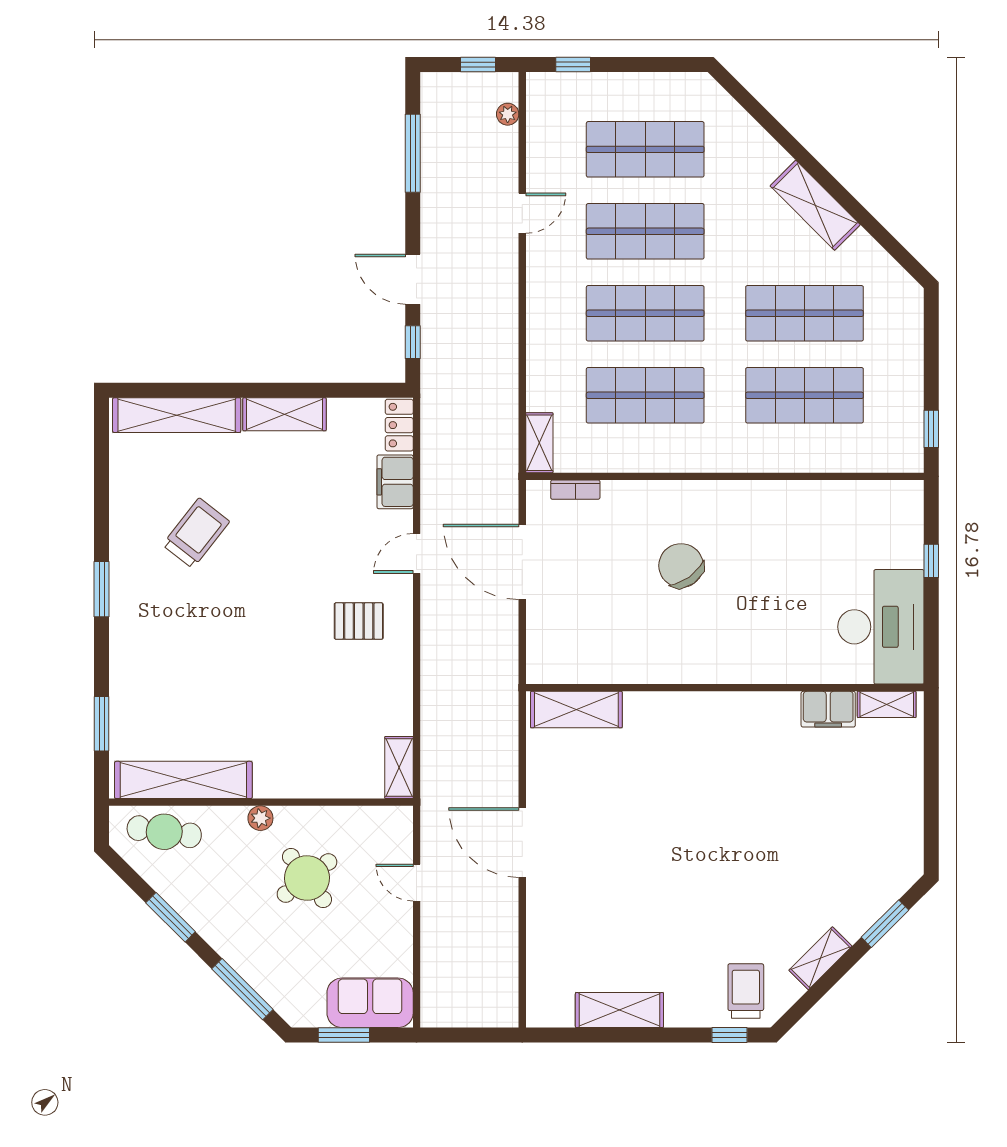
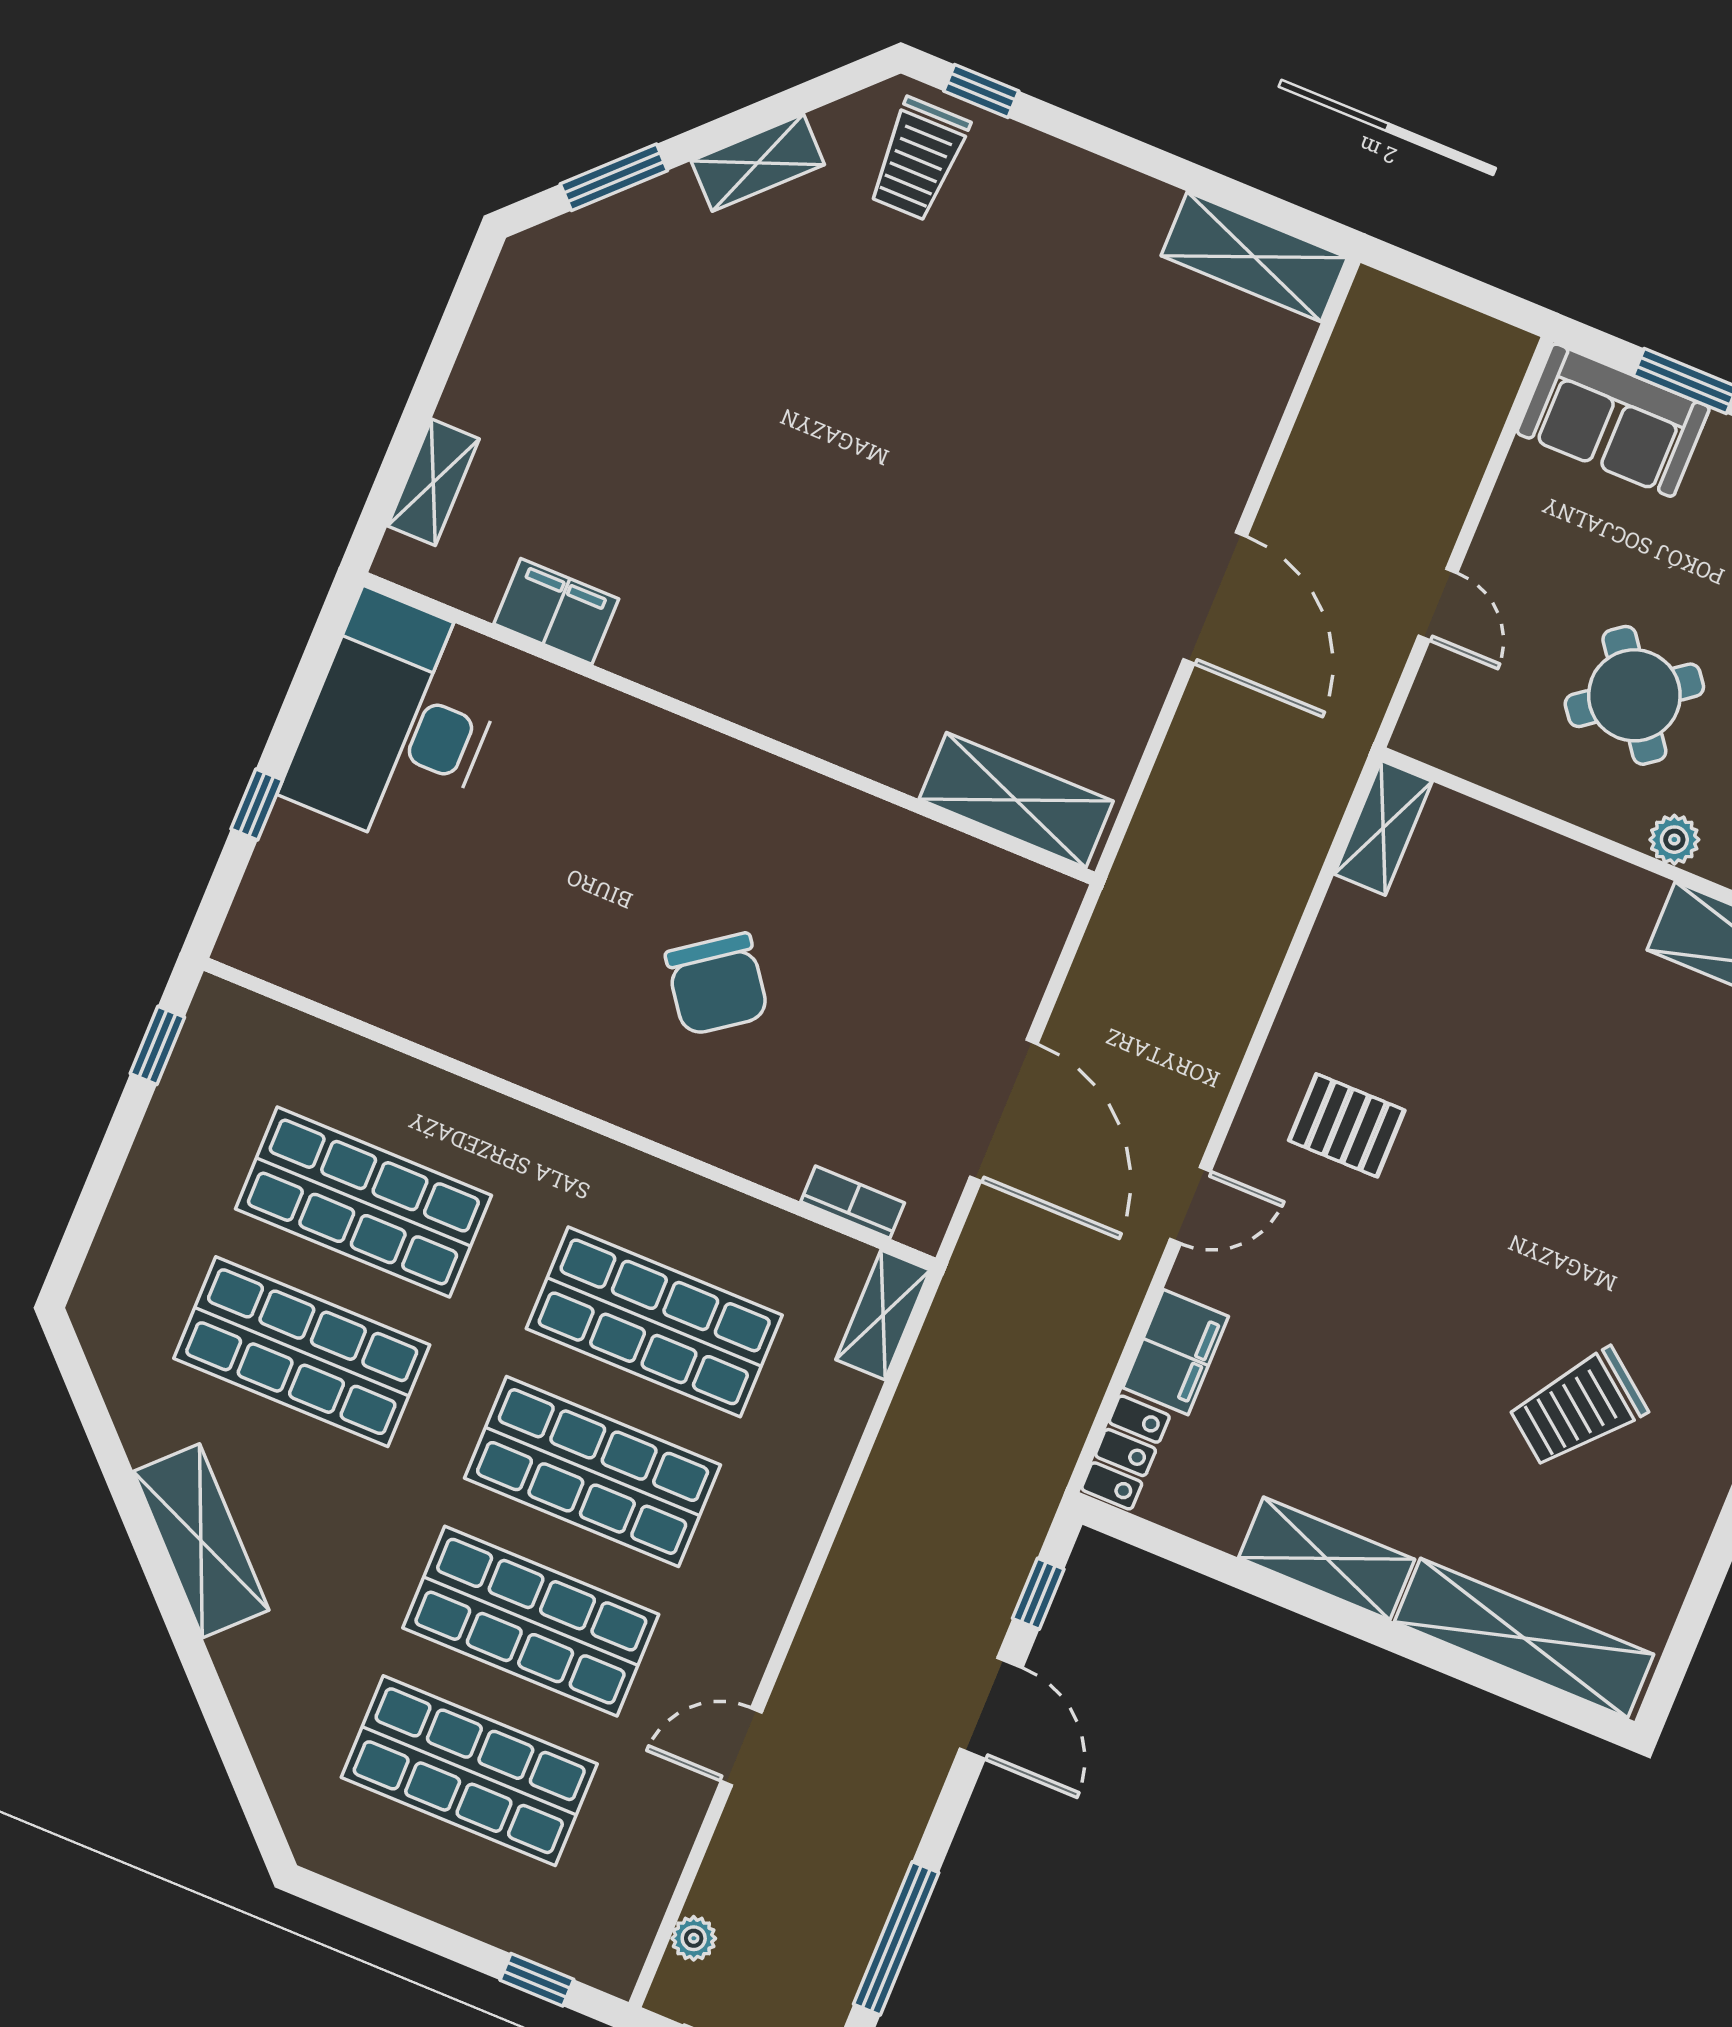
shelving: (887, 704) -> (433, 482), moved, turned 90
shelving: (619, 1010) -> (1254, 257), moved

